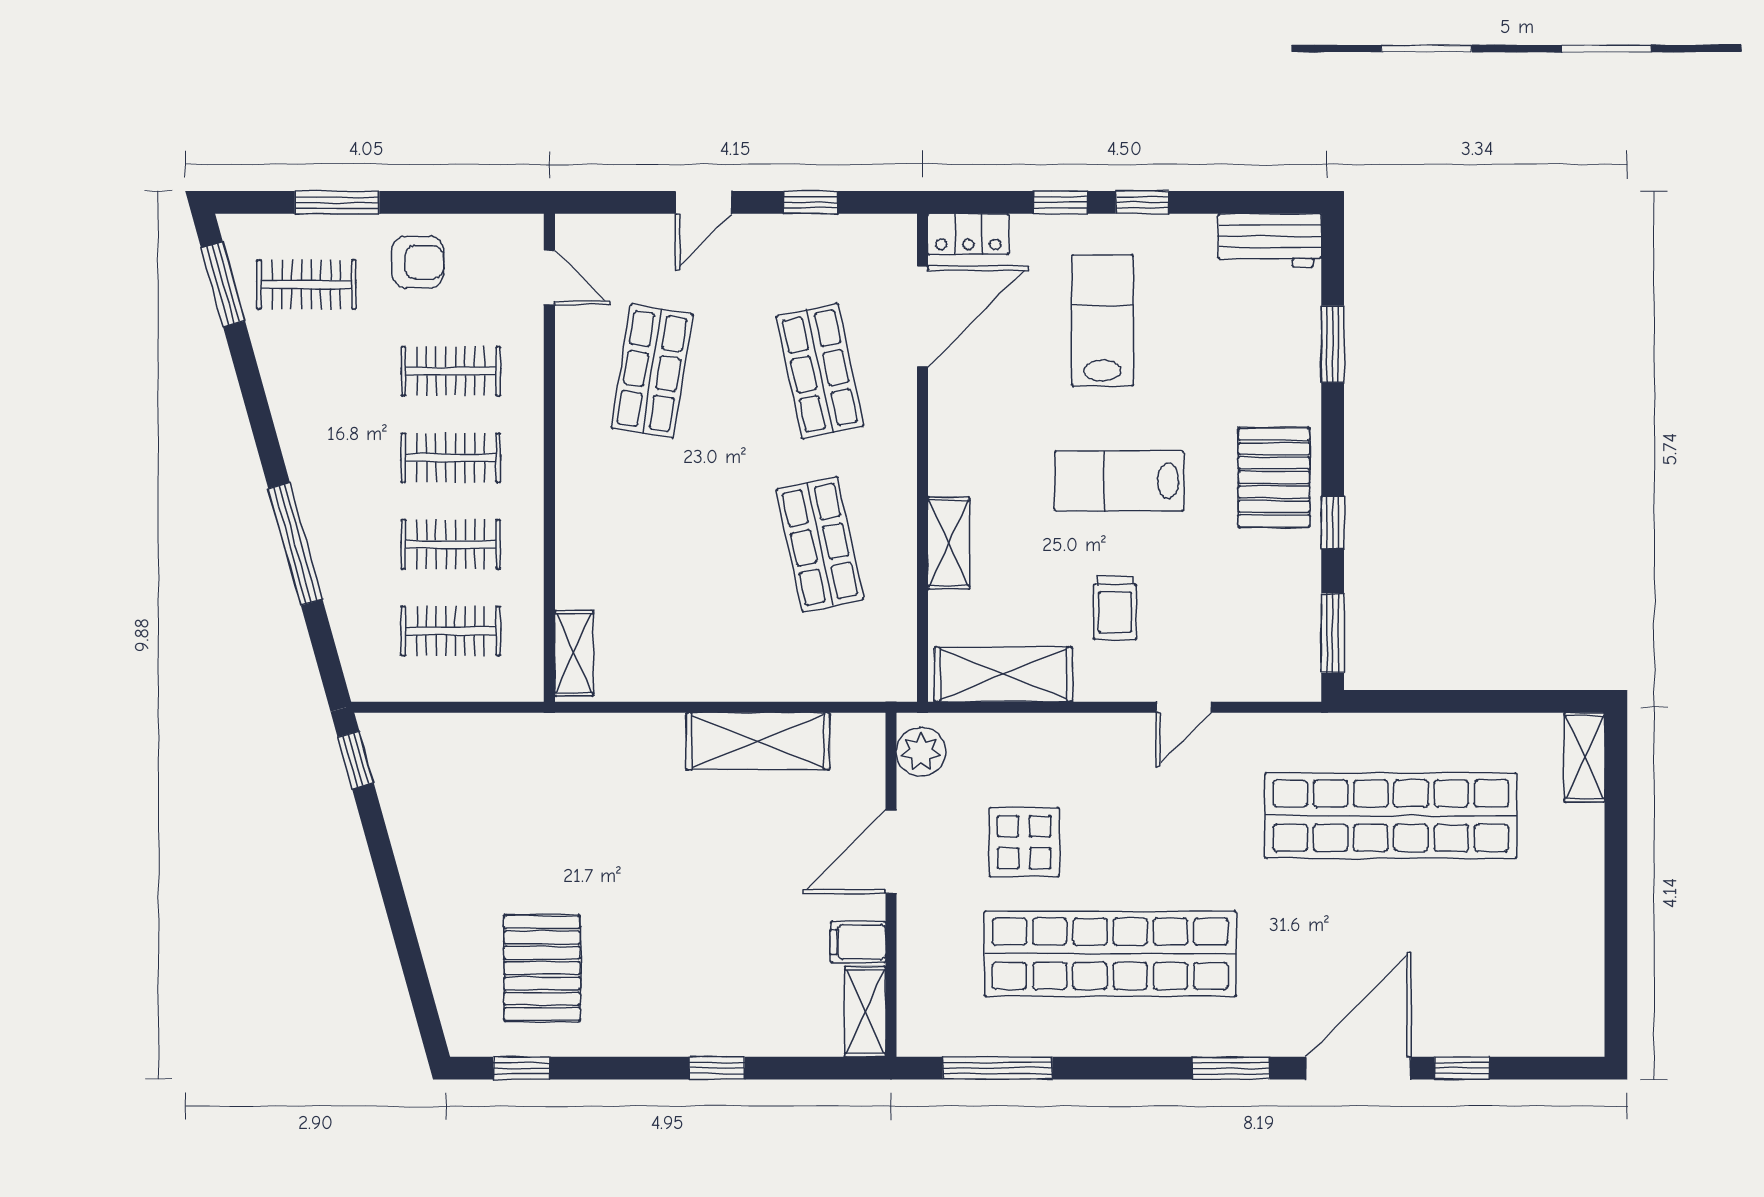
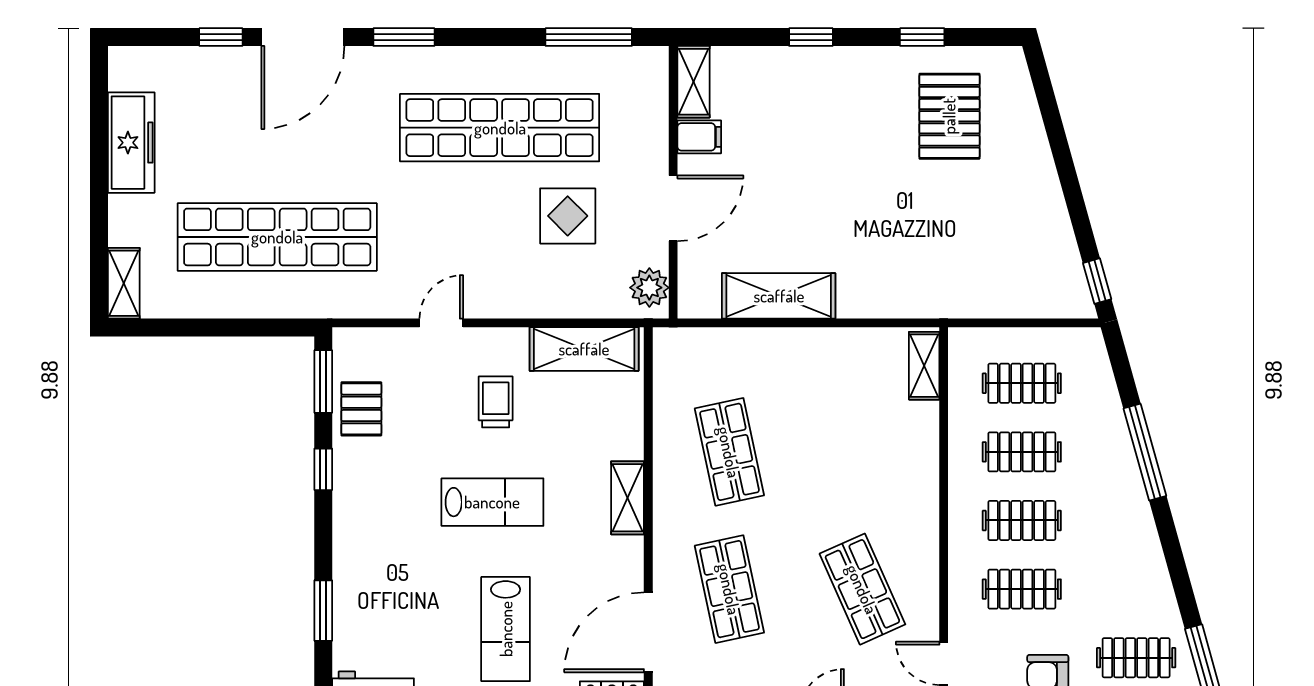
shop shelf: (652, 371) -> (862, 589), turned -33
pallet: (1274, 477) -> (361, 409), moved, width x0.67, depth x0.71
shelving: (949, 543) -> (628, 498), moved
freezer: (1575, 935) -> (131, 143), added
window: (521, 1068) -> (922, 37), moved

